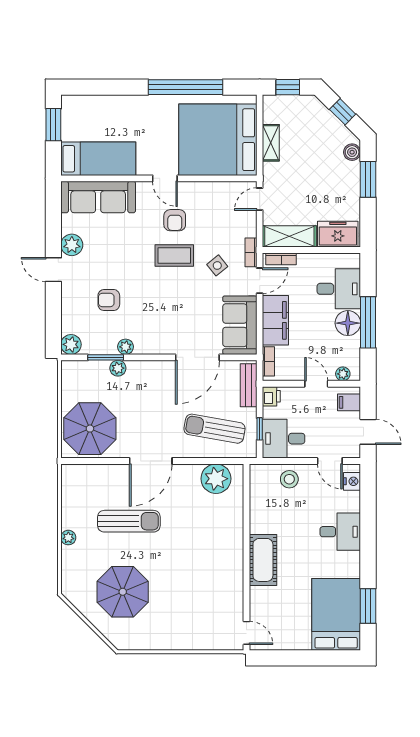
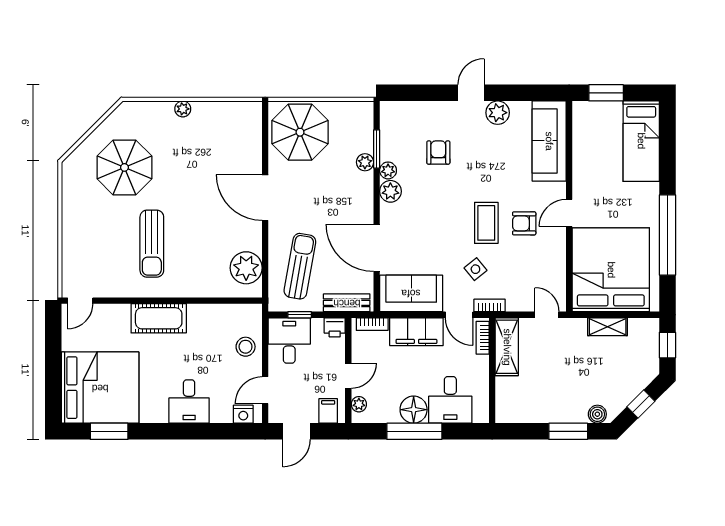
window: (53, 125) -> (606, 93), moved
bed: (98, 159) -> (641, 141), moved
freezer: (338, 234) -> (509, 399), removed
plant: (71, 344) -> (390, 191), moved
sun lounger: (129, 521) -> (152, 244), moved
bed: (336, 614) -> (100, 388), width x1.36

